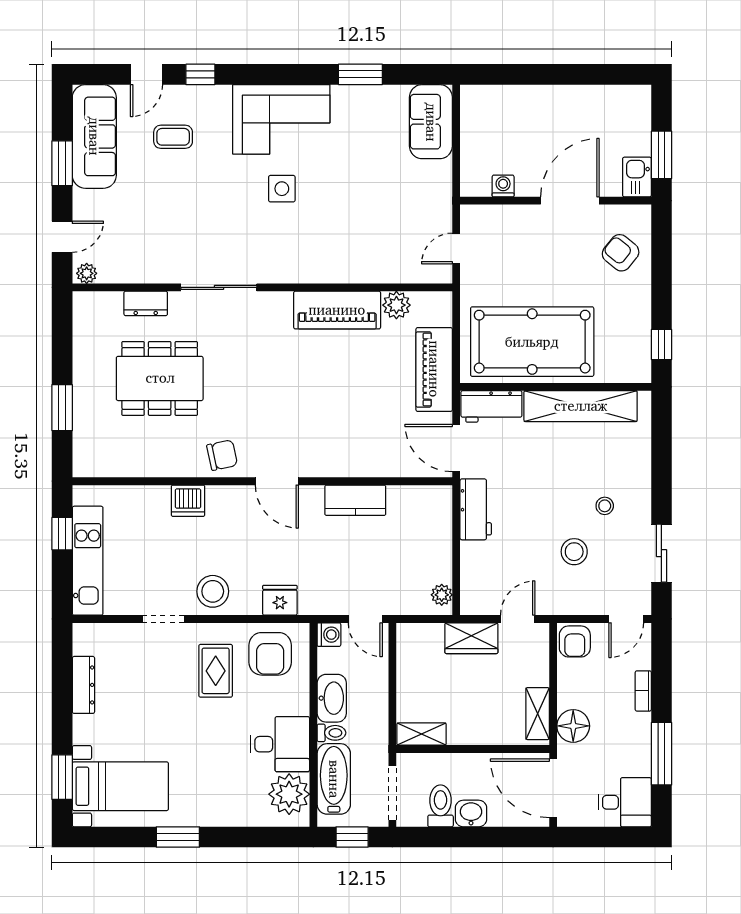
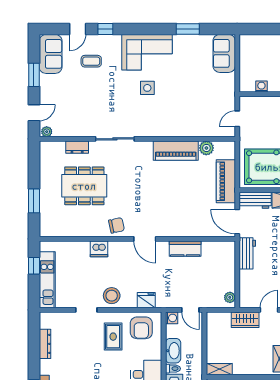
sofa: (94, 136) -> (51, 54), width x0.73

